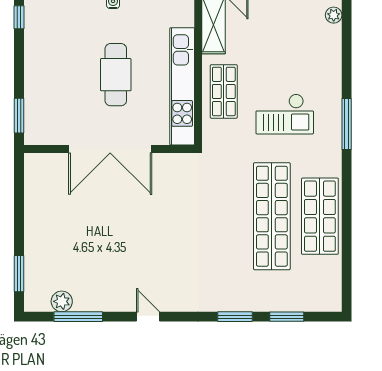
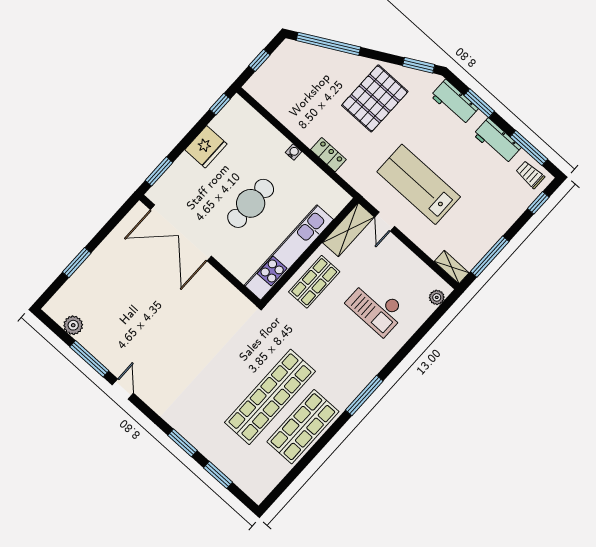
fridge: (39, 62) -> (206, 147), added
checkout: (285, 114) -> (376, 307), moved
window: (347, 124) -> (364, 395), moved
double door: (110, 149) -> (181, 233), moved
window: (19, 274) -> (77, 263), moved
window: (78, 317) -> (89, 359), moved

